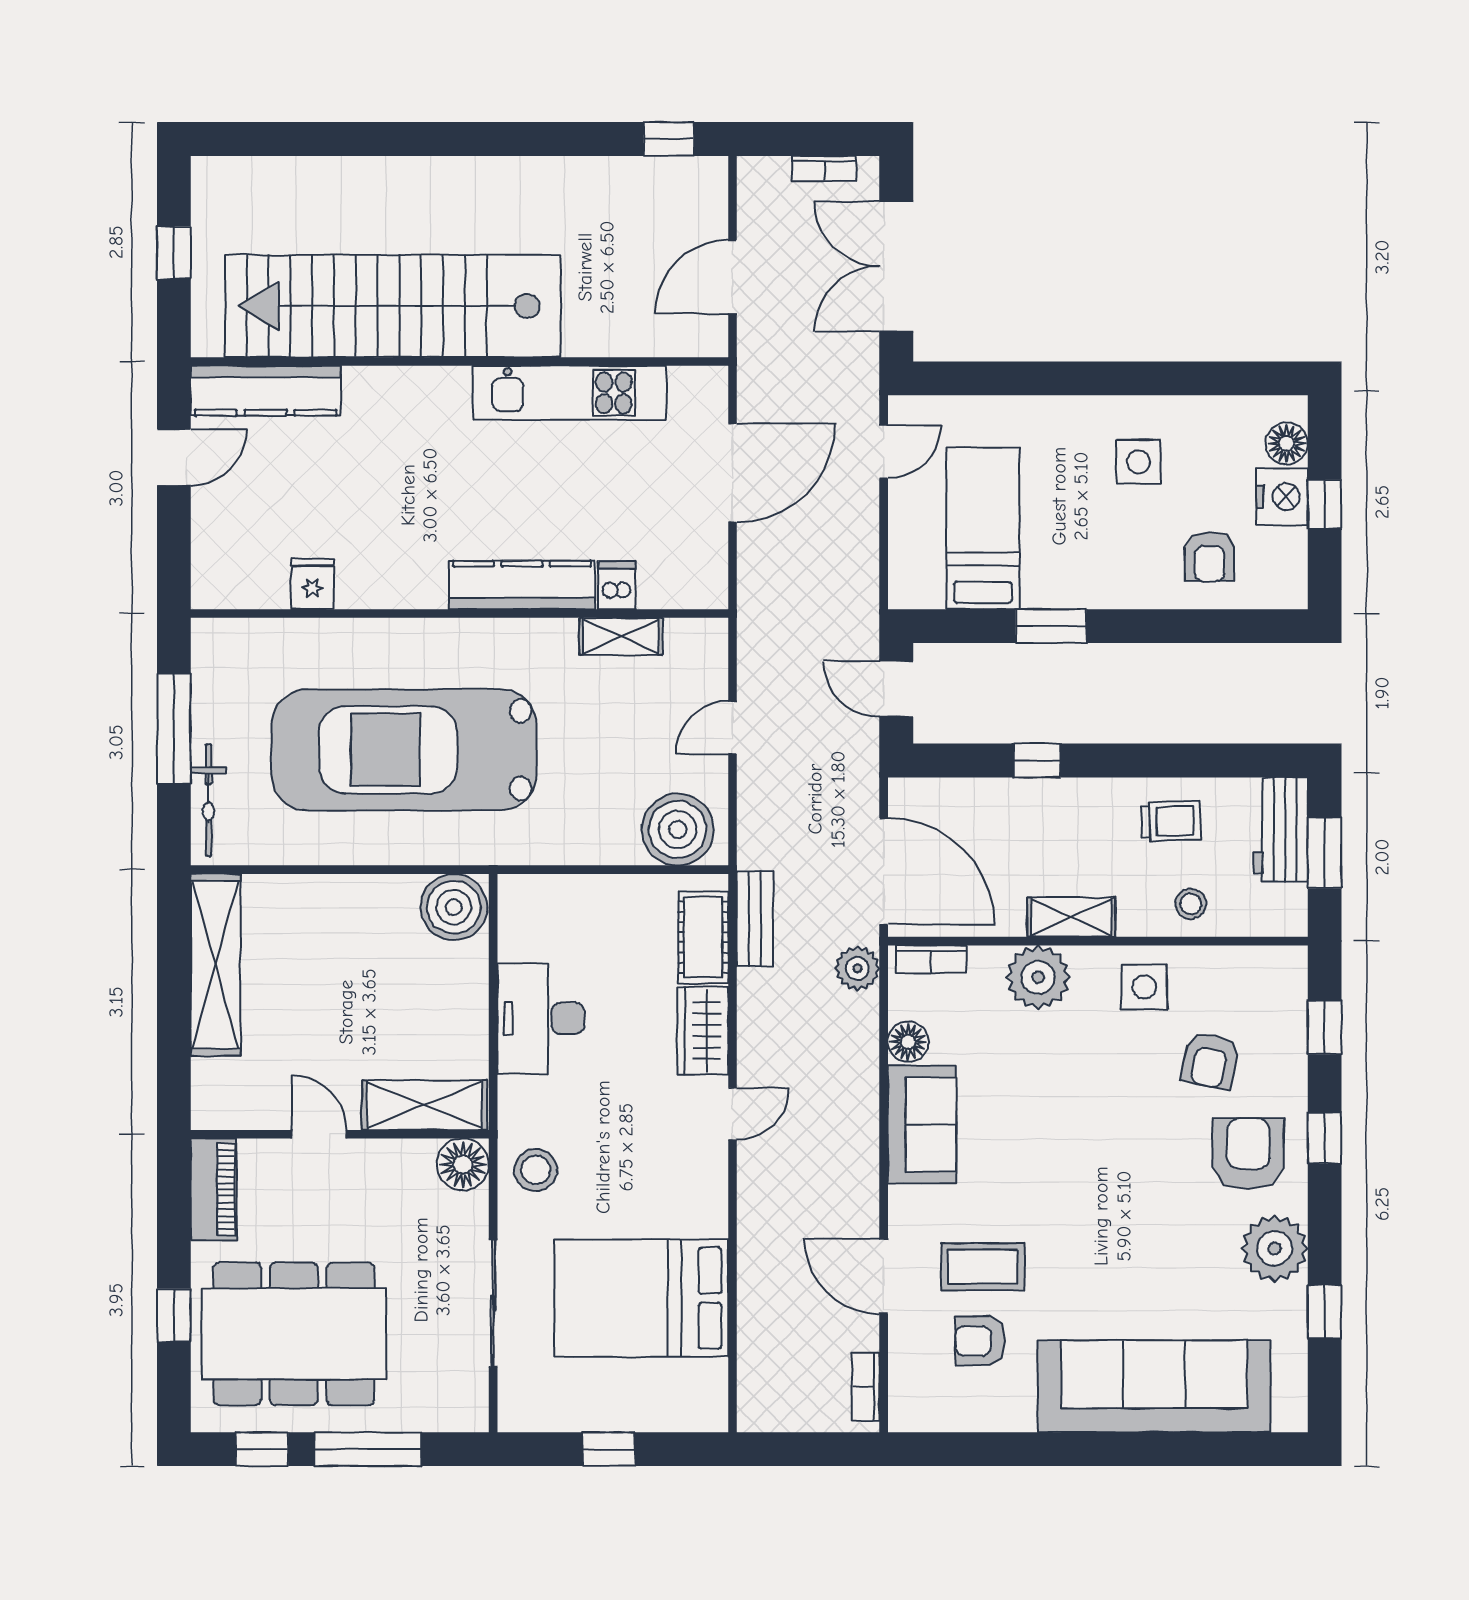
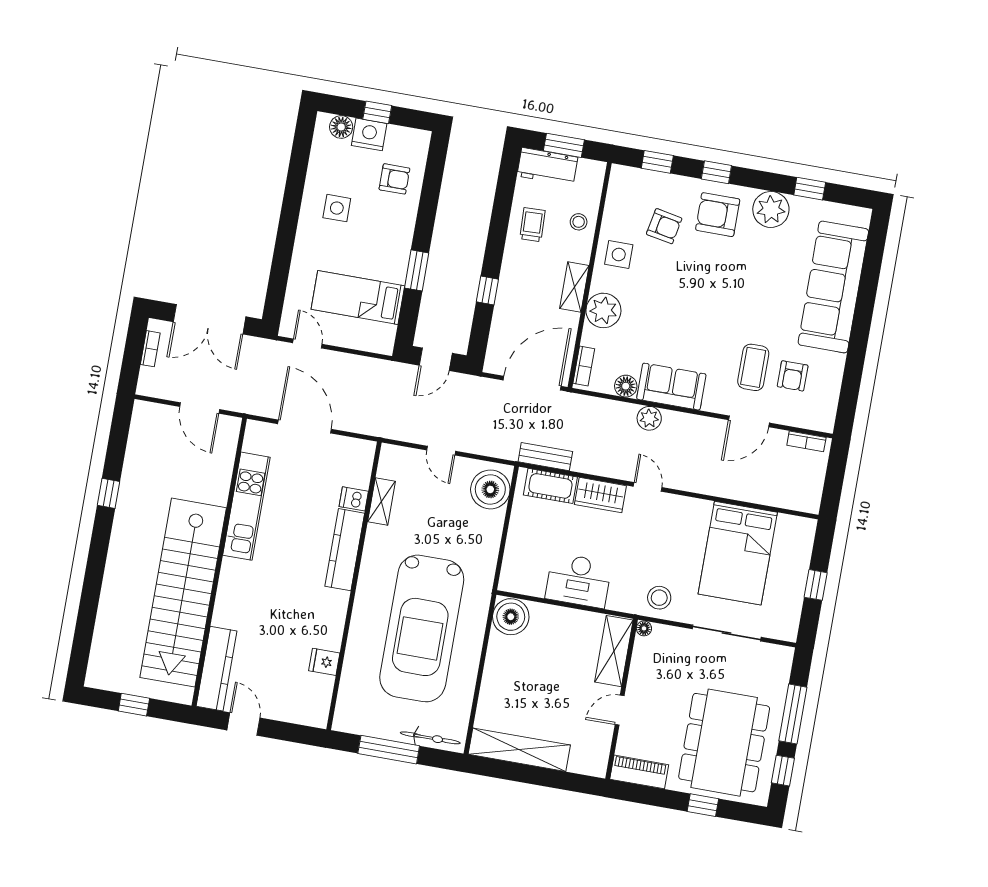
window: (669, 139) -> (108, 493), moved
plant: (857, 968) -> (649, 418), moved
floor lamp: (463, 1164) -> (644, 628), width x0.53, depth x0.53

